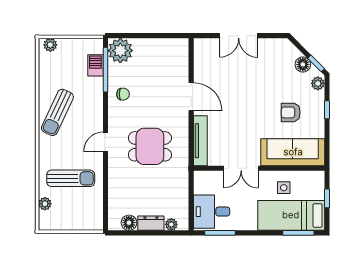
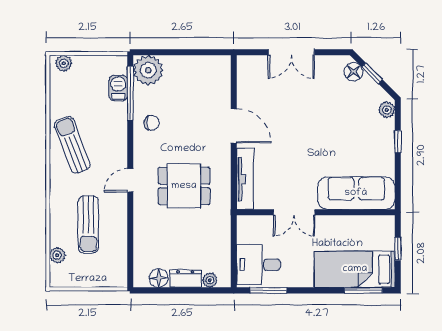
window: (316, 63) -> (372, 73), moved
floor lamp: (303, 64) -> (353, 72), moved
sun lounger: (57, 112) -> (72, 145), turned 134
armchair: (291, 112) -> (354, 145), removed
sun lounger: (71, 178) -> (88, 224), turned 90
side table: (284, 188) -> (346, 236), removed

